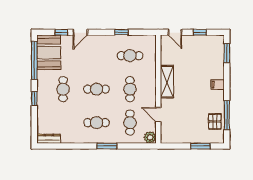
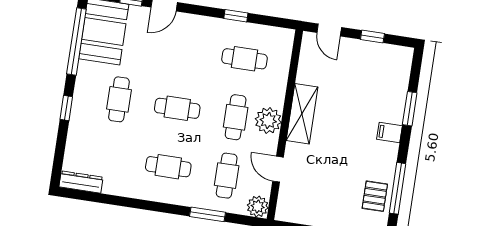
window: (227, 53) -> (410, 109), moved
plant: (149, 88) -> (268, 121), added
window: (107, 146) -> (207, 214), moved

